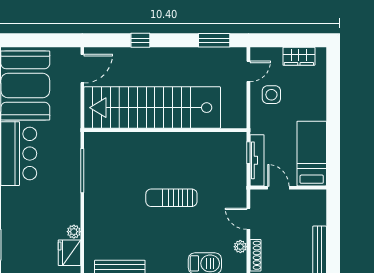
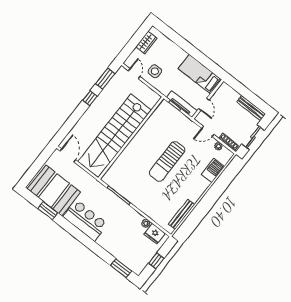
window: (140, 40) -> (90, 98), moved
door: (278, 188) -> (204, 104), swing flipped
sun lounger: (171, 198) -> (167, 161), width x1.36, depth x1.34

